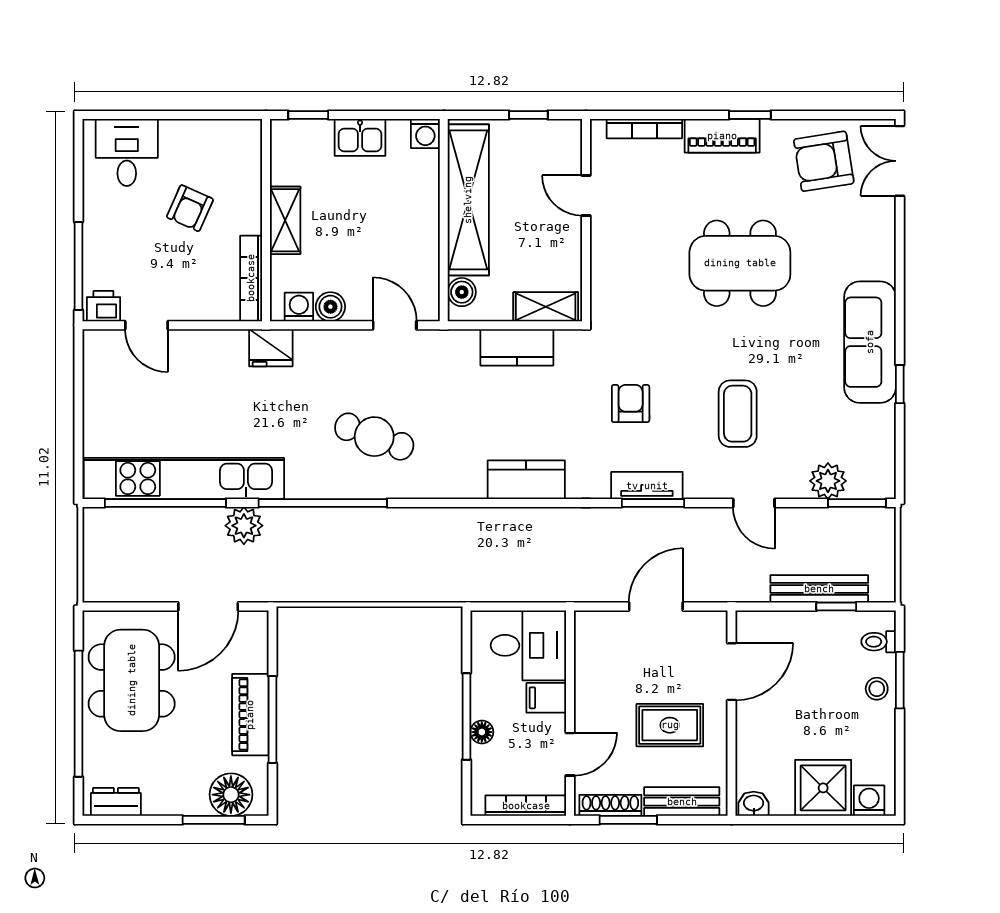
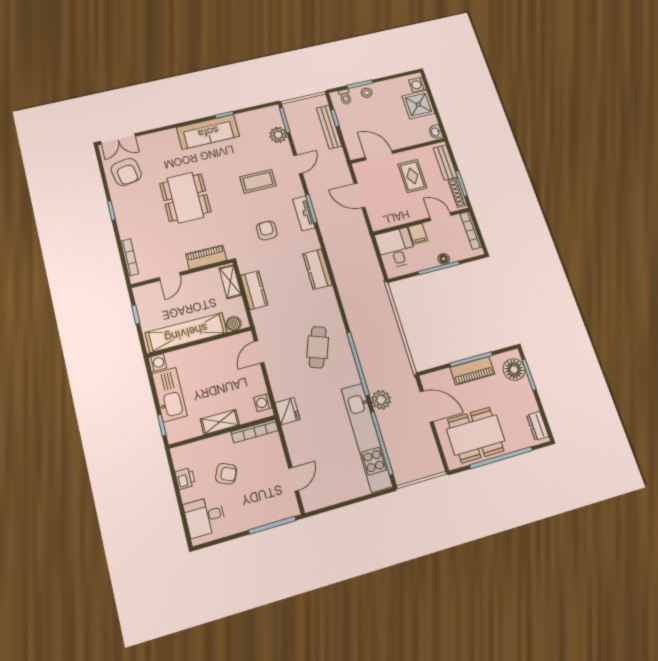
piano: (722, 136) -> (206, 257), moved, turned -90
kitchen sink: (360, 137) -> (170, 395), width x1.88, depth x1.24
printer: (103, 306) -> (185, 478), moved, turned 180
boiler: (330, 307) -> (258, 387), removed
armchair: (631, 404) -> (267, 230), turned 90

